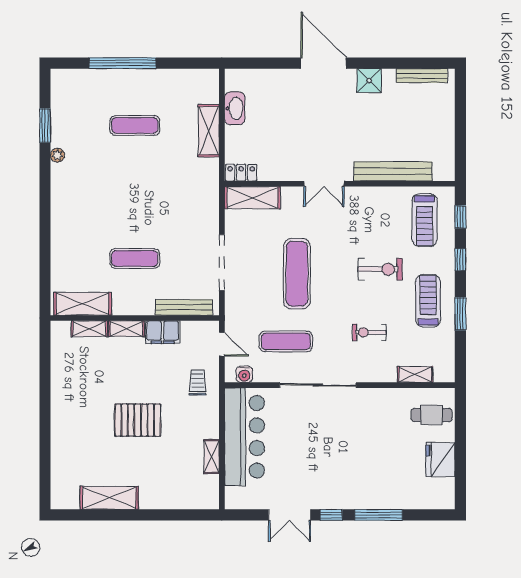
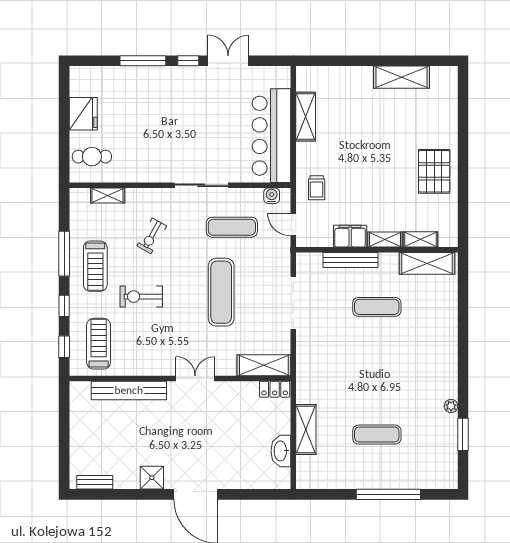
bench: (422, 76) -> (95, 482), width x0.73
bench: (184, 307) -> (350, 260), moved
window: (460, 314) -> (64, 254), width x1.44
exercise bike: (369, 332) -> (152, 236), turned 119
sliding door: (318, 385) -> (201, 185), width x0.73
pallet: (138, 420) -> (434, 171), moved, turned 90
shelving: (211, 457) -> (306, 117), width x1.50, depth x1.33

